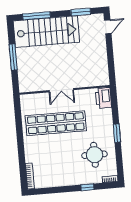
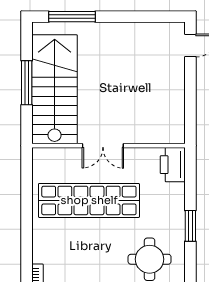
window: (81, 12) -> (147, 17), removed
stairs: (46, 32) -> (55, 89), moved, turned -90

